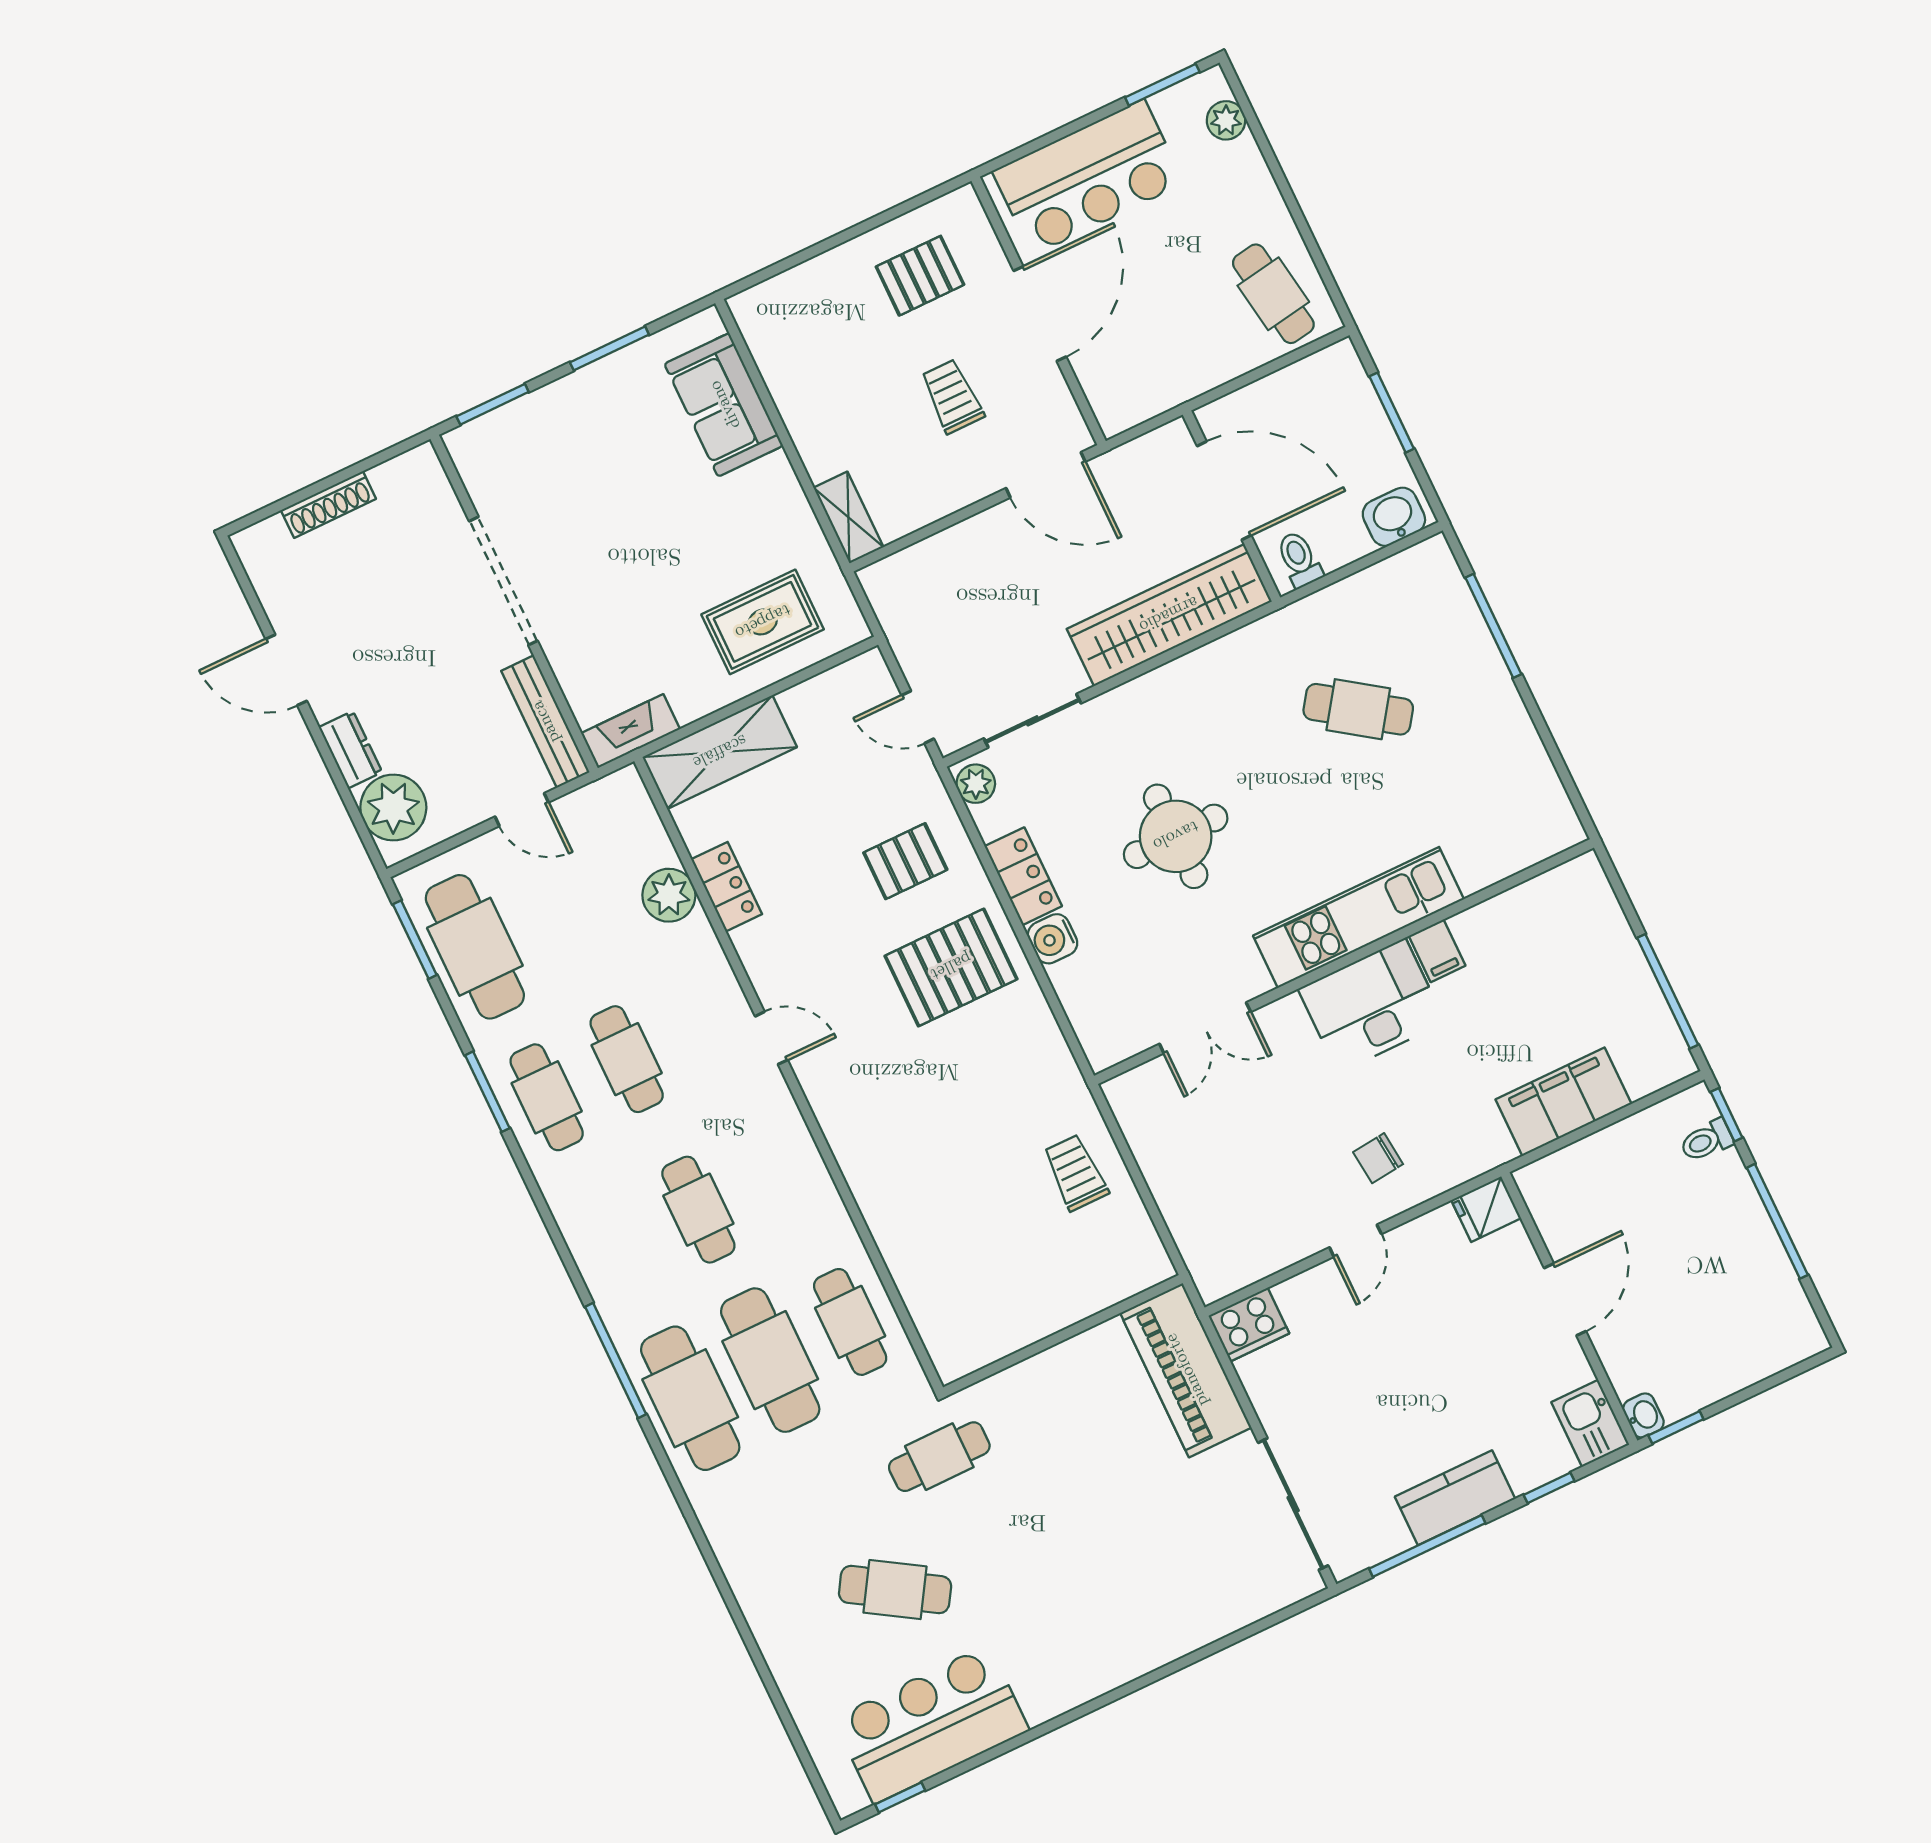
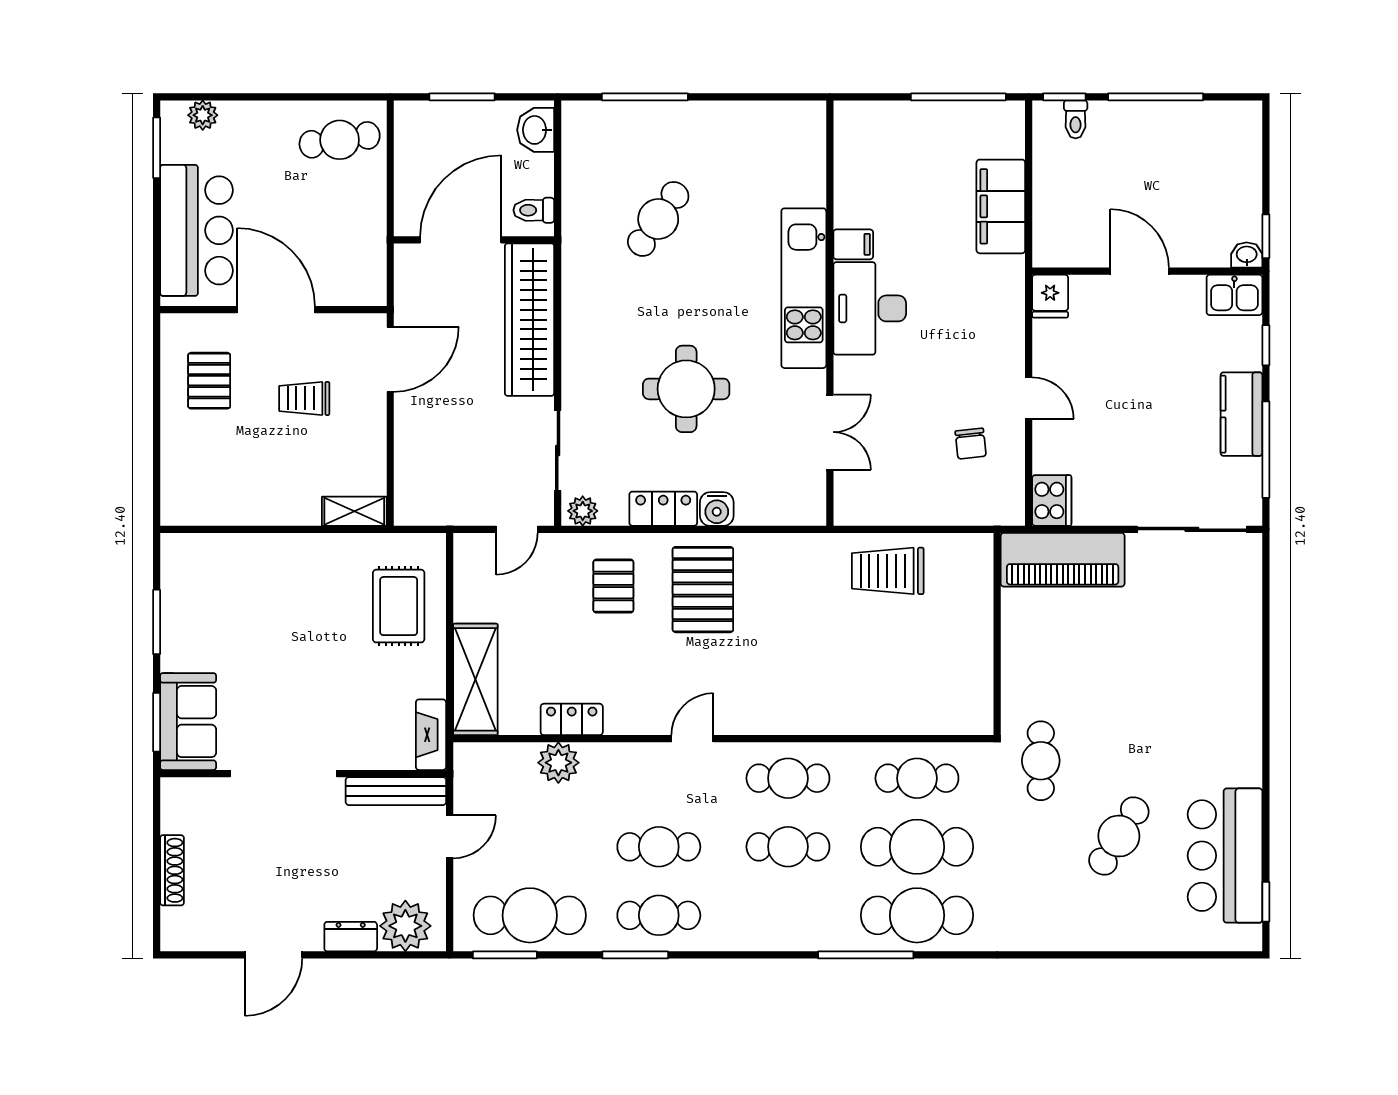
sofa: (724, 405) -> (188, 722), moved, turned -90
chair: (1378, 1158) -> (971, 444), moved
cafe table: (778, 1171) -> (788, 778), added
trolley: (1076, 1173) -> (888, 571), width x1.36, depth x1.39

